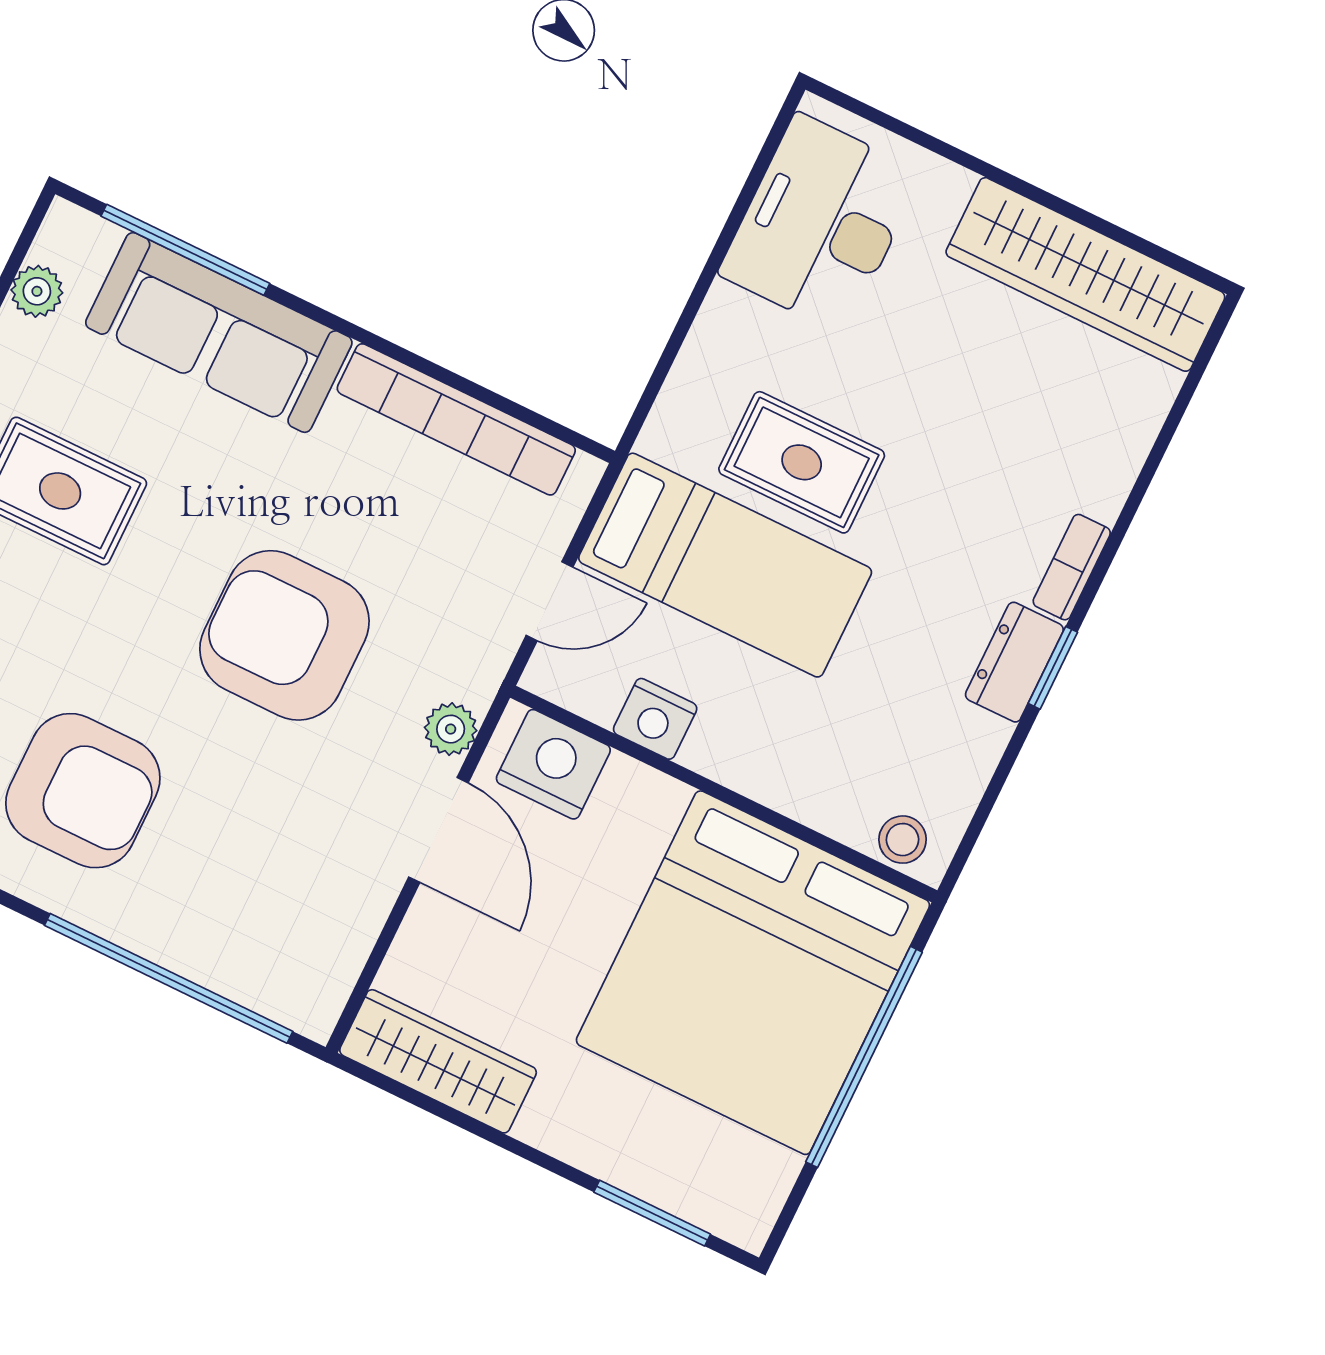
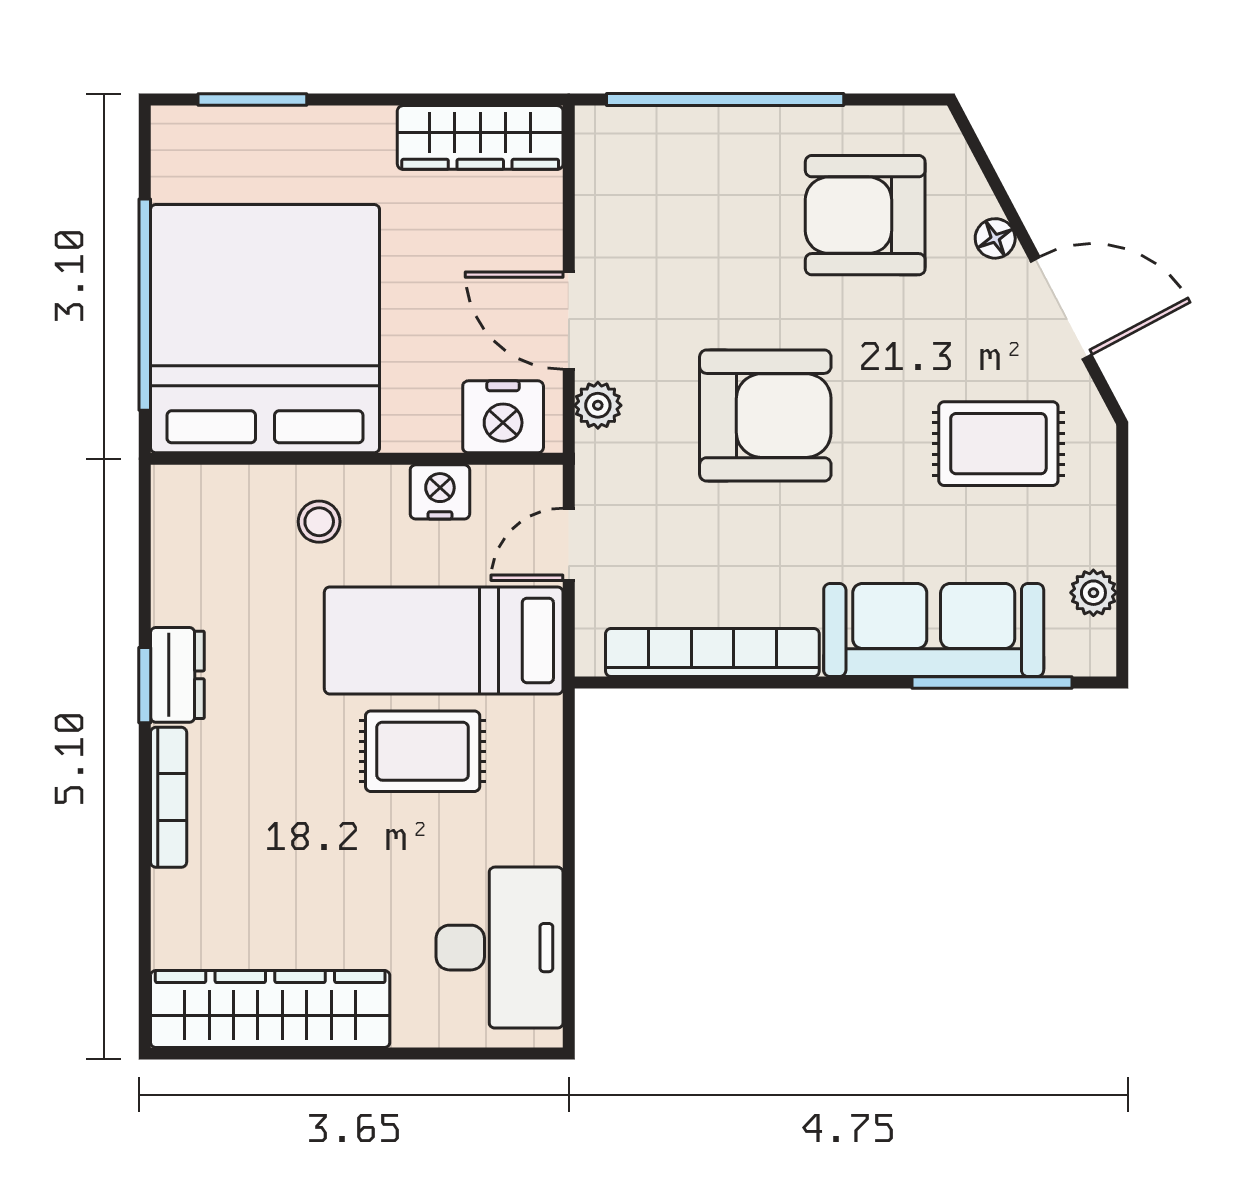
bookcase: (1072, 567) -> (169, 797), width x1.56
stool: (903, 840) -> (319, 522), moved

